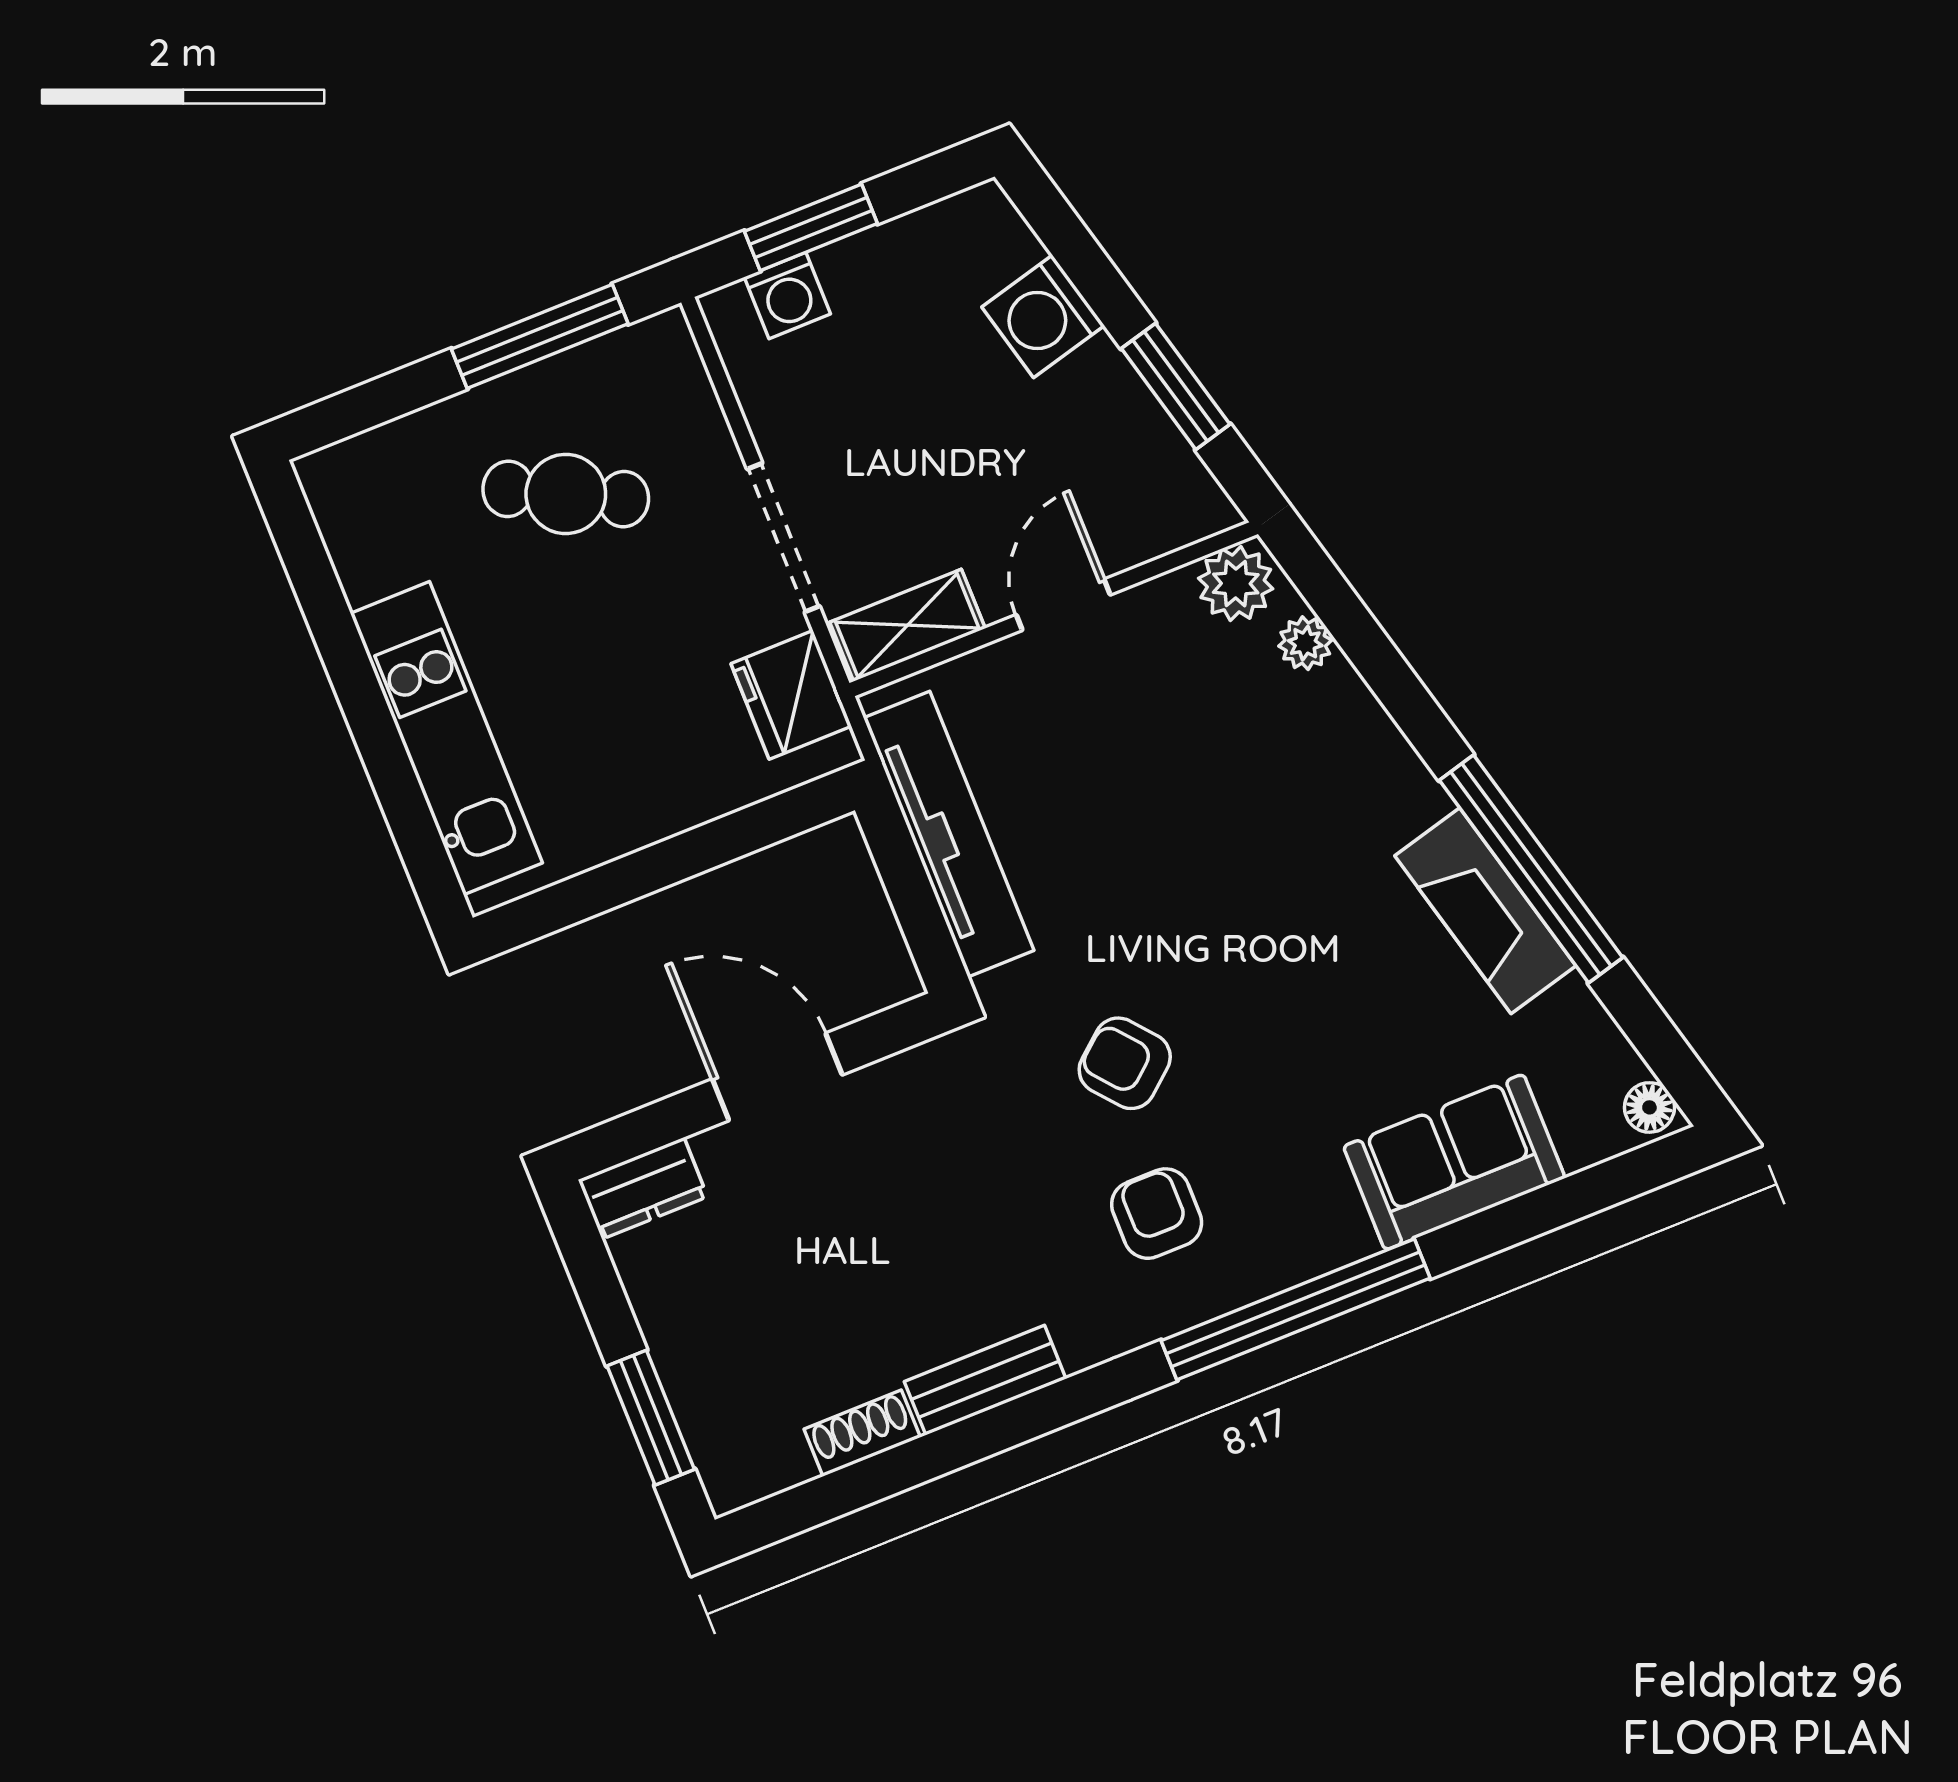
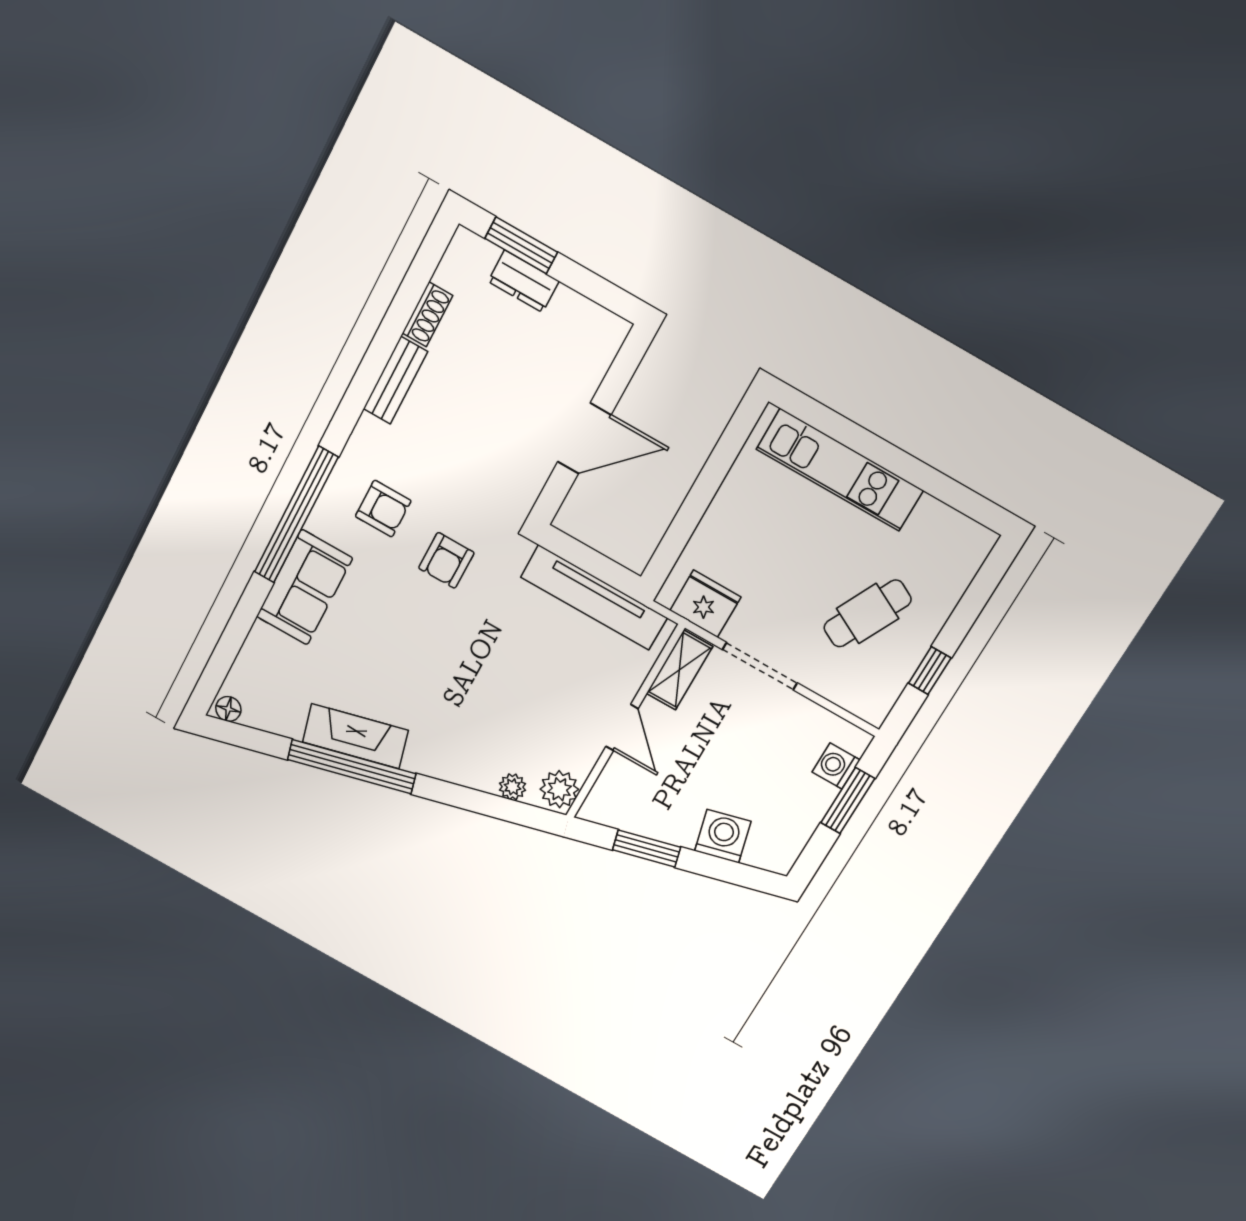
window: (540, 336) -> (930, 671), width x0.46
armchair: (1125, 1063) -> (446, 560), turned 130
sofa: (1454, 1162) -> (304, 587), moved
dresser: (643, 1188) -> (524, 281), moved, turned -90

